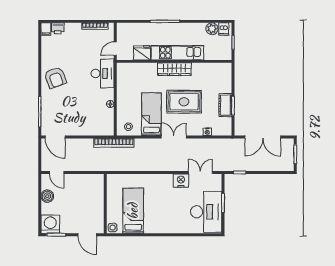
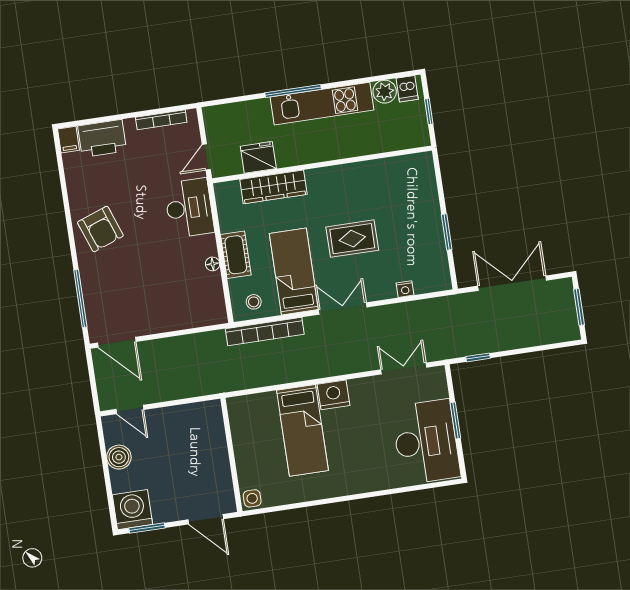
printer: (58, 28) -> (102, 138), width x1.87, depth x1.48
kitchen unit: (177, 53) -> (322, 104), moved, turned 180
wardrobe: (174, 69) -> (273, 187), moved
rug: (184, 102) -> (352, 239), width x0.73, depth x0.70
cot: (225, 105) -> (236, 255), moved
double door: (263, 137) -> (512, 283), swing flipped
bookcase: (114, 143) -> (265, 332), moved
nightstand: (181, 181) -> (334, 395), moved
bed: (133, 211) -> (303, 430), moved, turned 180

